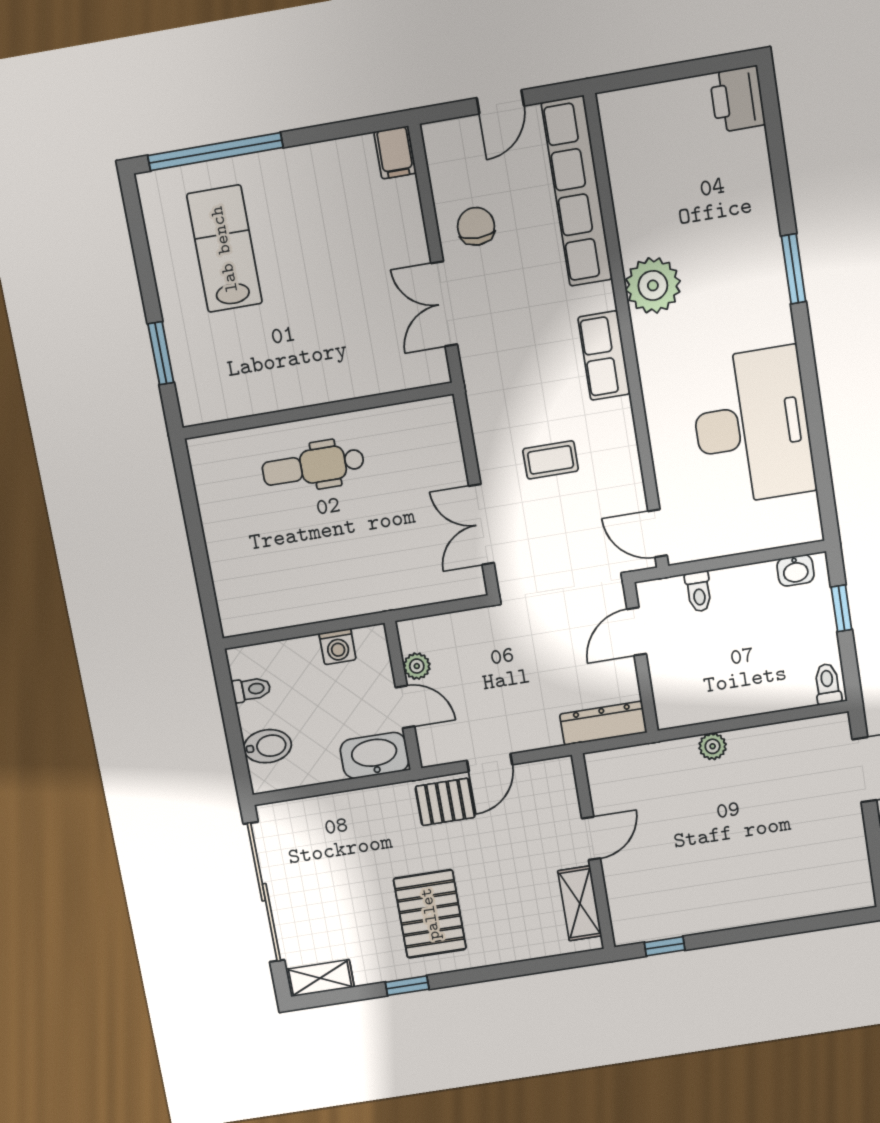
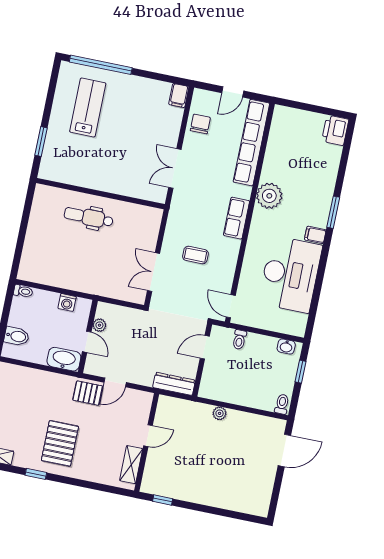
chair: (476, 226) -> (200, 124), moved
filing cabinet: (774, 328) -> (315, 235), added
toilet: (251, 689) -> (23, 291), moved

